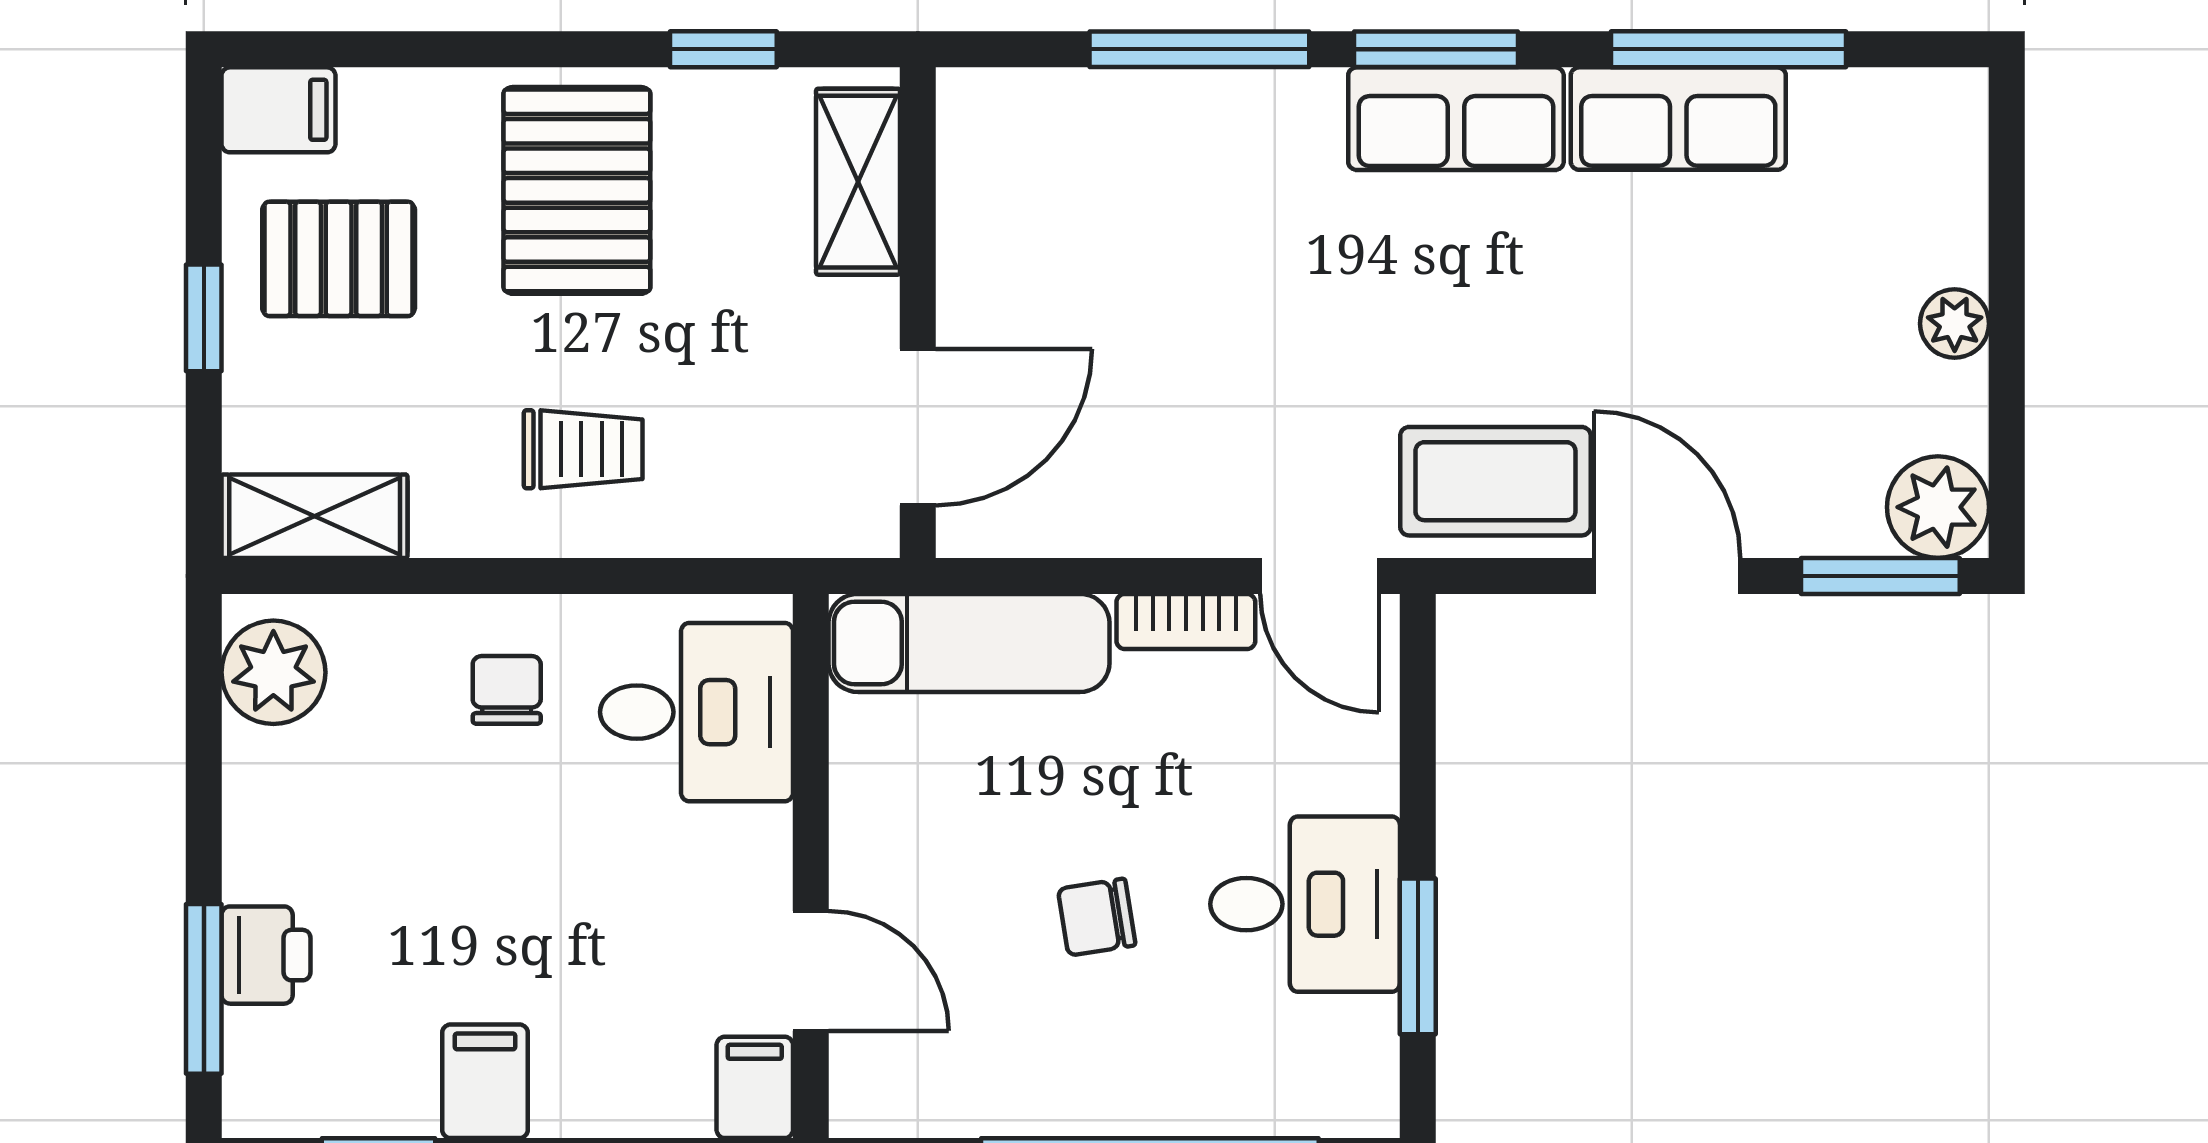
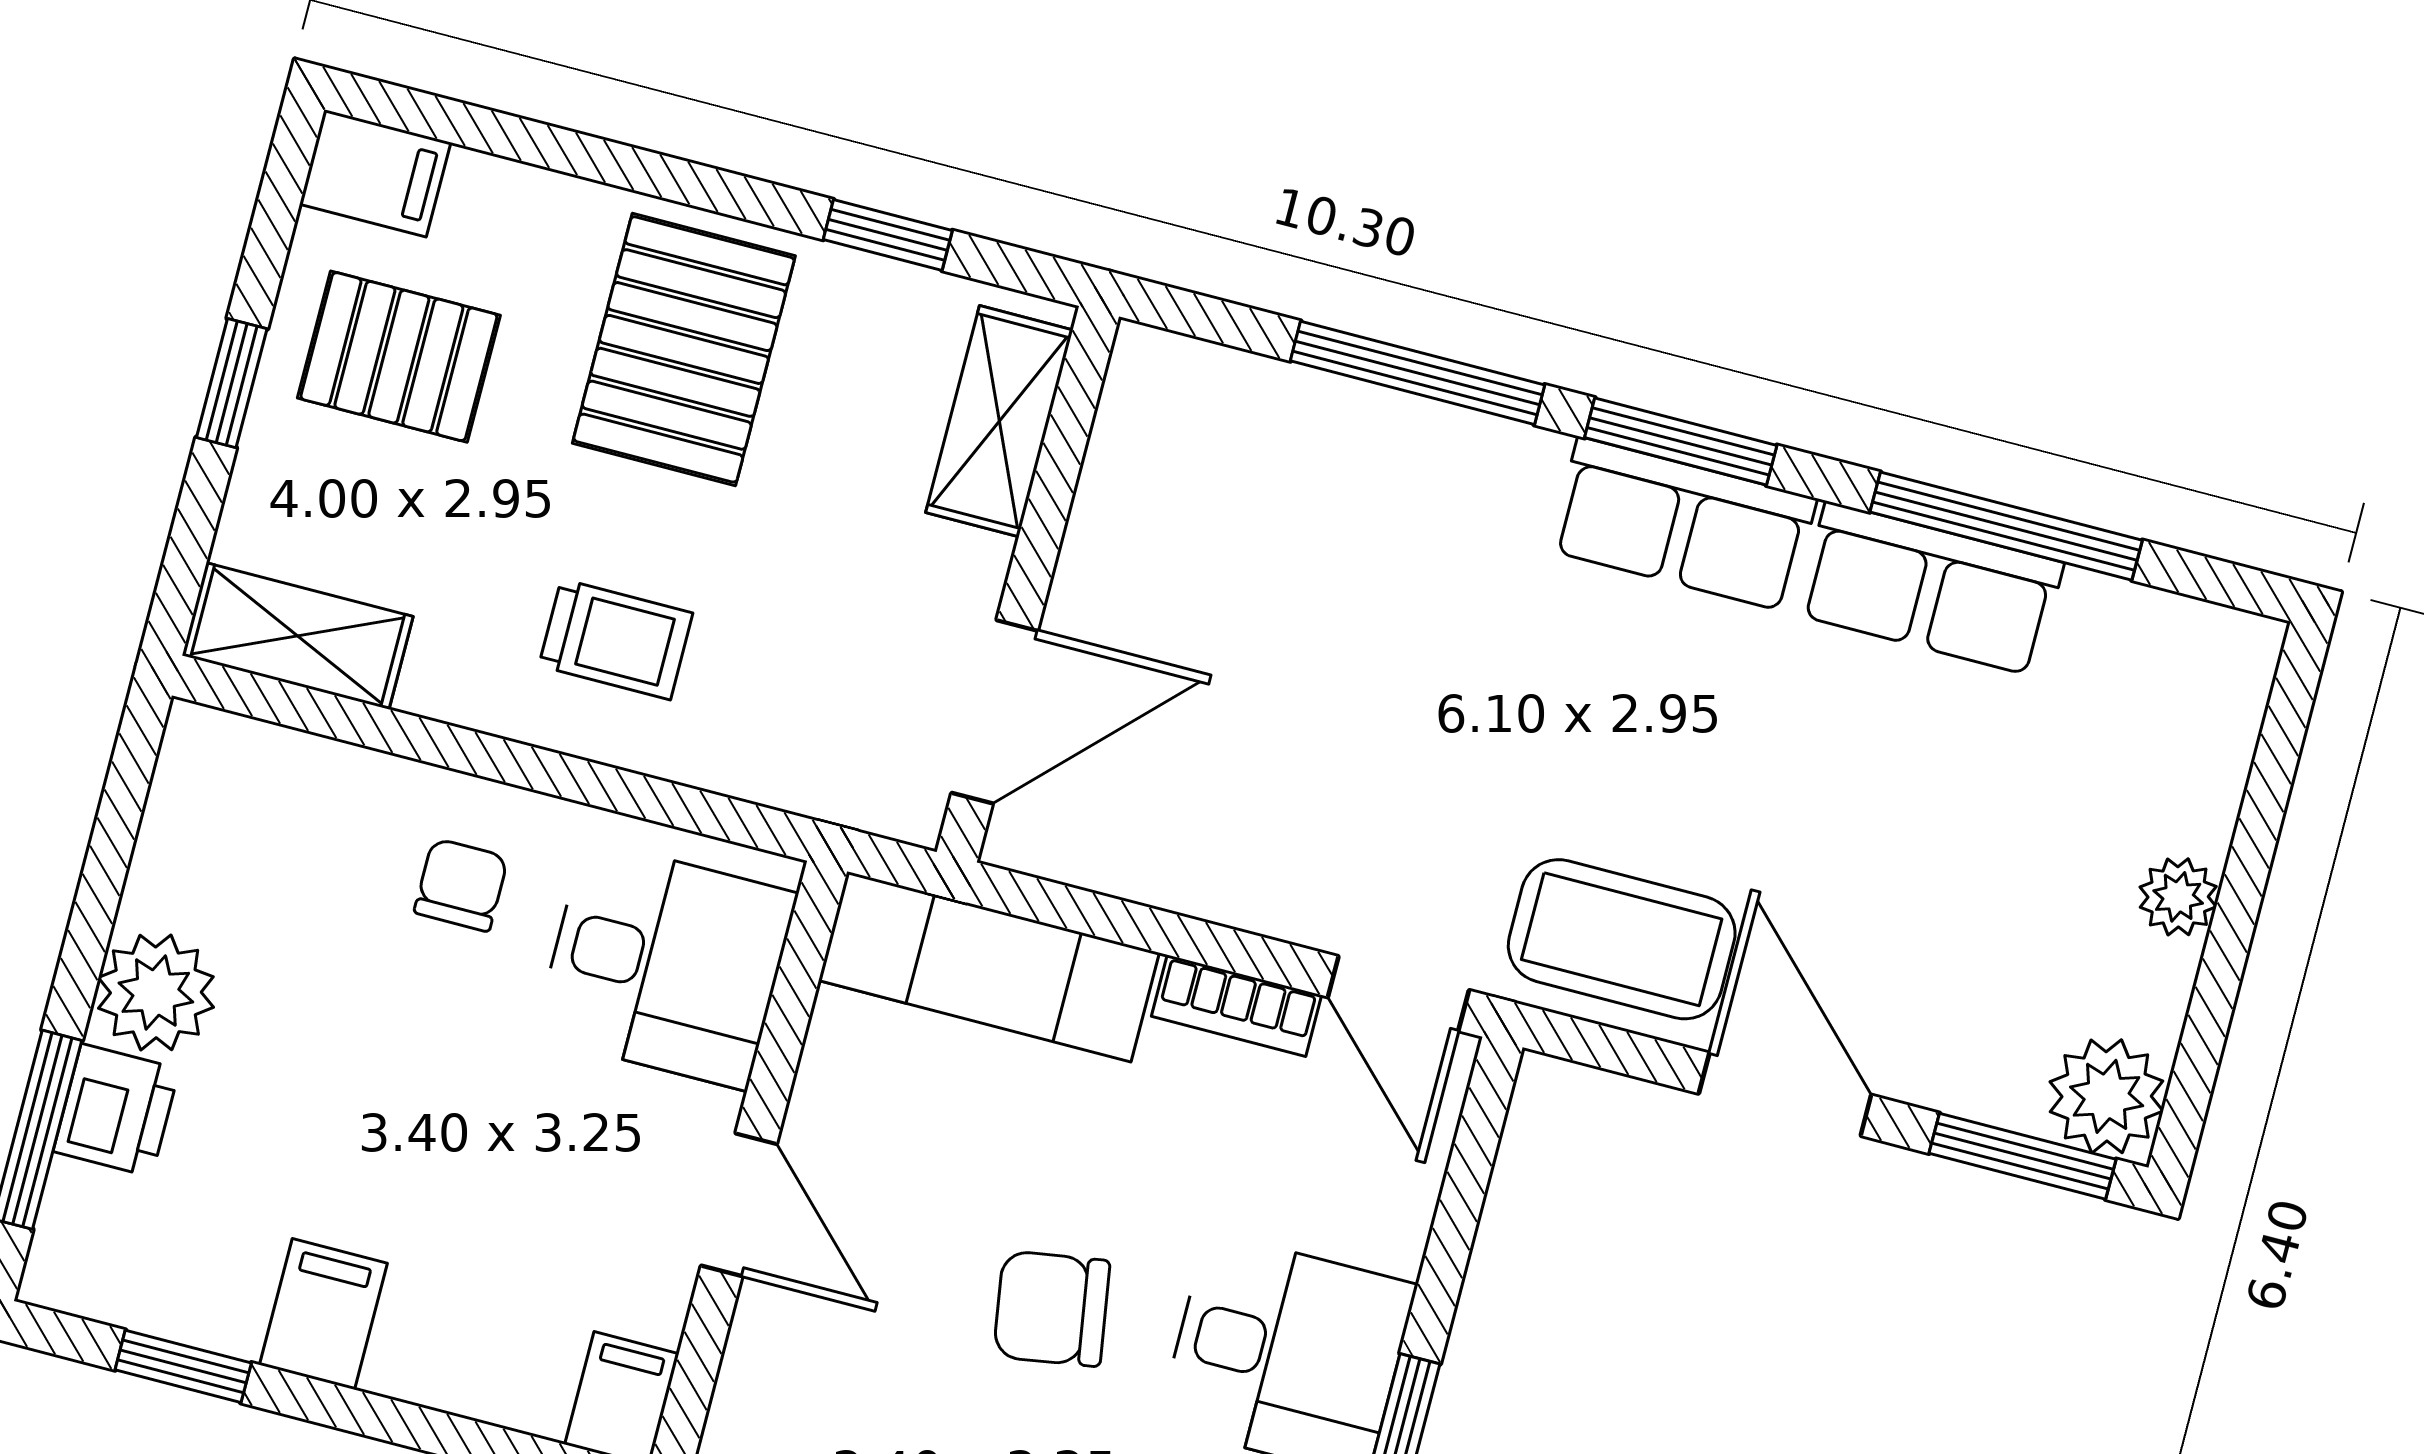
plant: (273, 672) -> (156, 992), moved
chair: (1097, 917) -> (1052, 1309), width x1.37, depth x1.37
door: (811, 971) -> (739, 1205), moved

